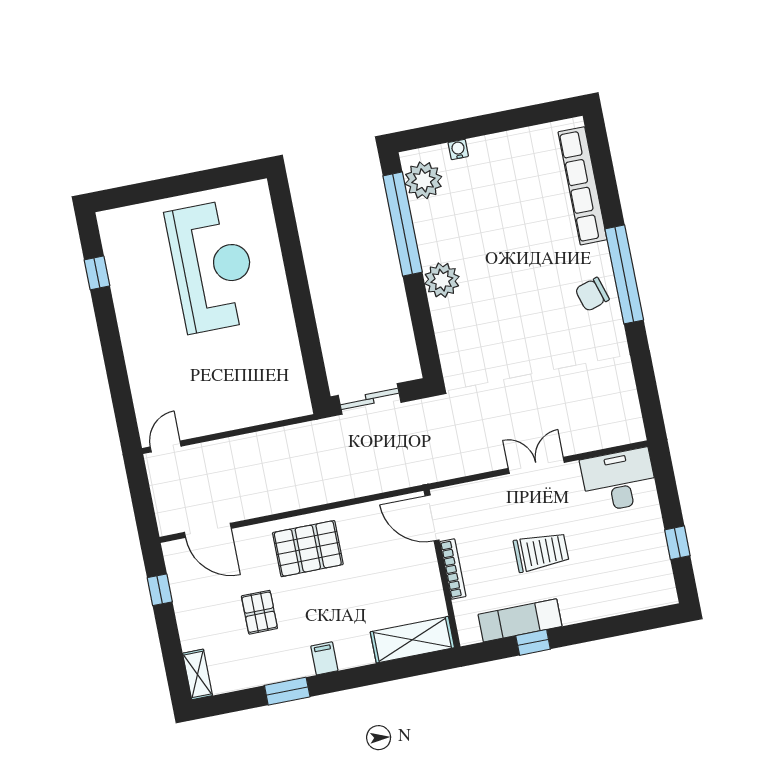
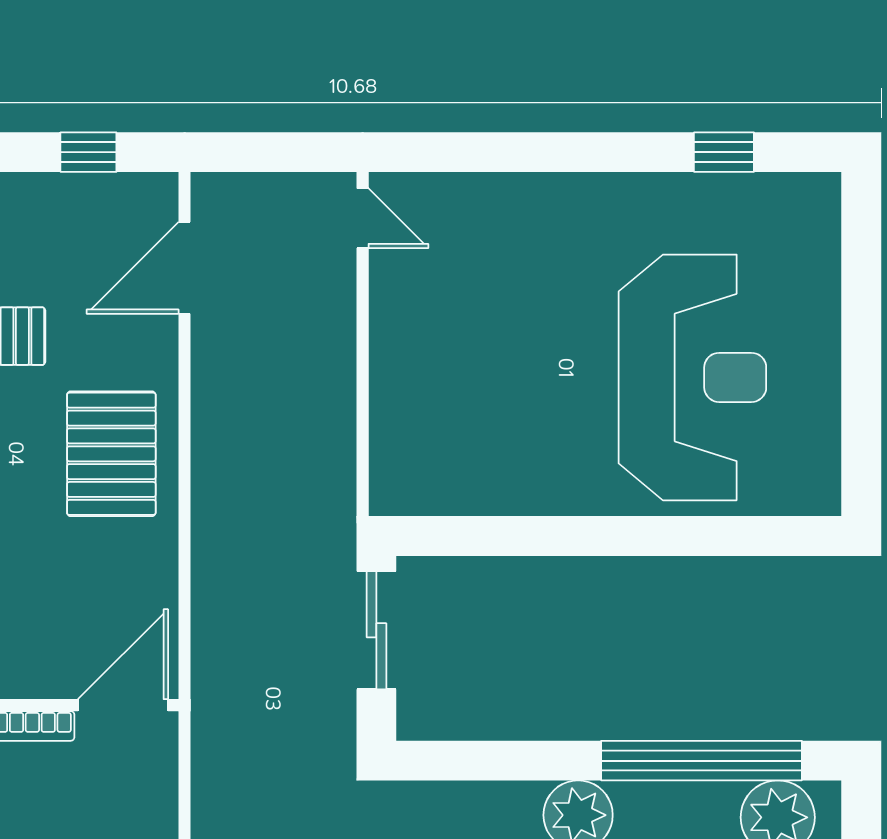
reception desk: (212, 266) -> (692, 377), turned -90

